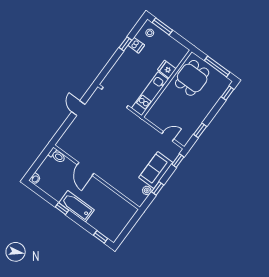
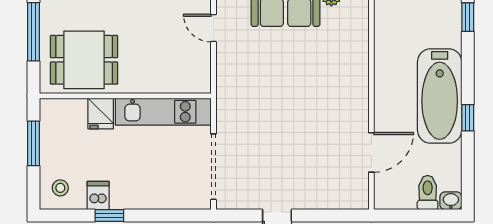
window: (162, 26) -> (33, 143), moved
toilet: (57, 155) -> (428, 193), moved
door: (85, 169) -> (371, 152), moved
bathtub: (77, 206) -> (440, 96), width x1.36, depth x1.36

